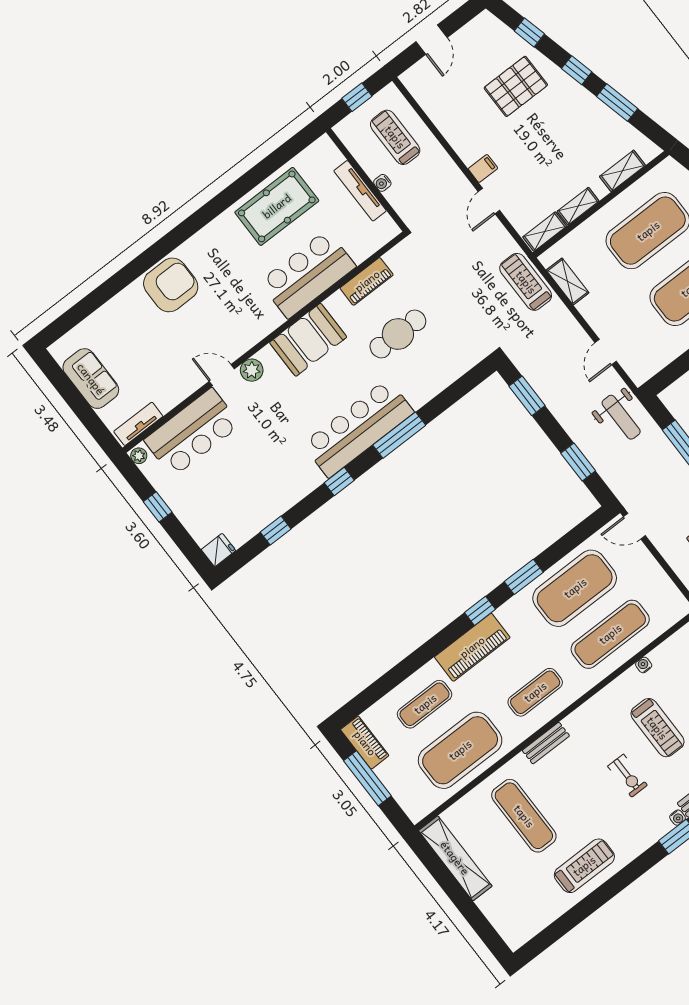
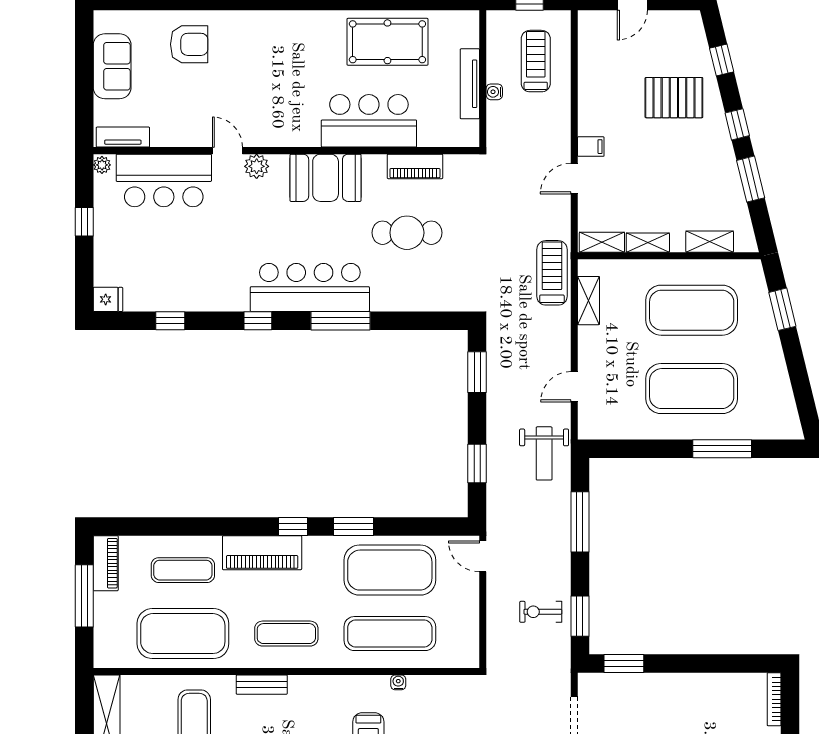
armchair: (171, 285) -> (189, 44), moved, width x0.73, depth x0.73

